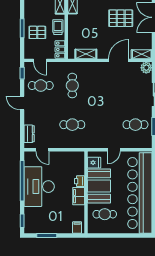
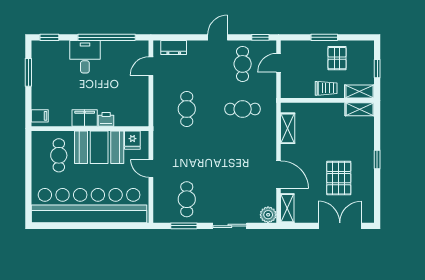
pallet: (37, 32) -> (337, 58), moved
locker: (60, 49) -> (294, 91), removed
desk: (39, 187) -> (85, 57), width x0.53, depth x0.77

